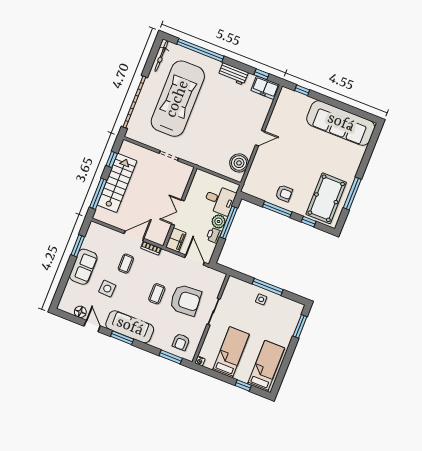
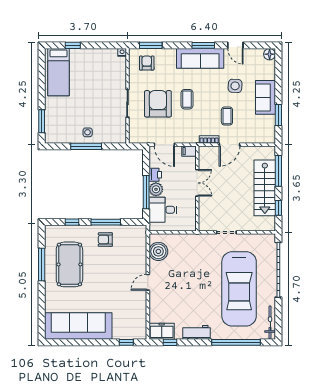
pool table: (326, 198) -> (69, 264), moved
filing cabinet: (176, 240) -> (189, 151), width x0.50
armchair: (185, 300) -> (158, 104), turned 94
floor lamp: (80, 312) -> (270, 54), moved
bed: (231, 352) -> (96, 72), removed

